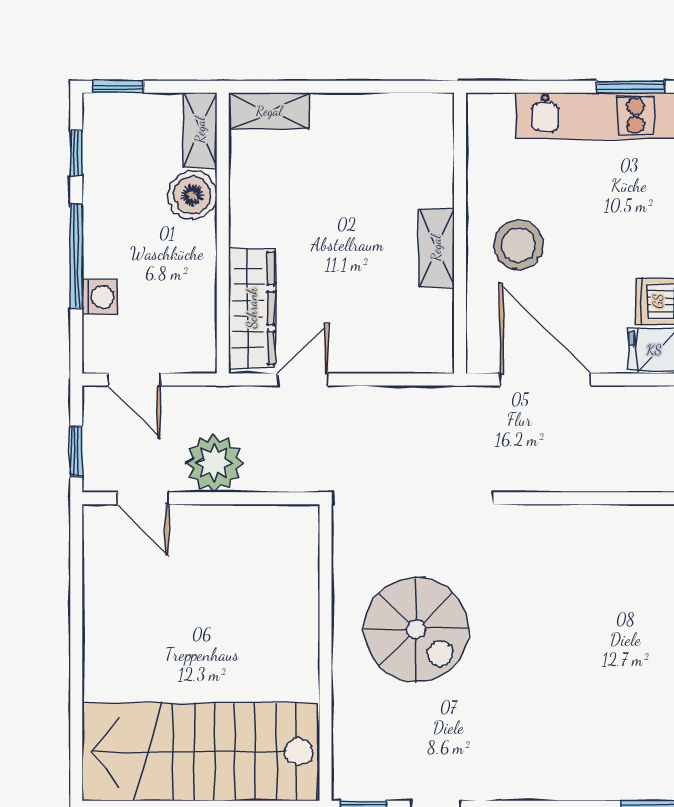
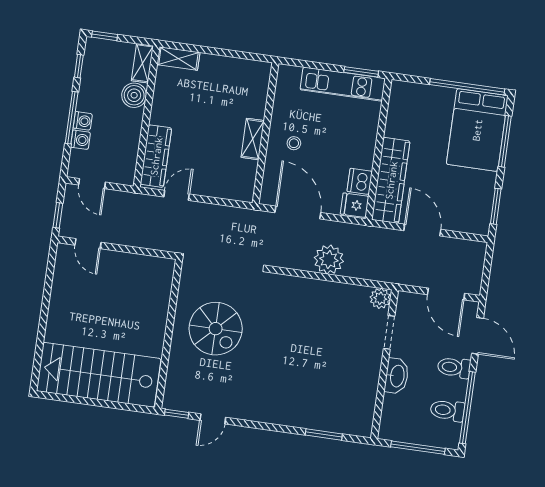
stool: (518, 245) -> (294, 143), width x0.53, depth x0.53
washing machine: (99, 259) -> (83, 121), added
plant: (214, 463) -> (329, 259), moved

